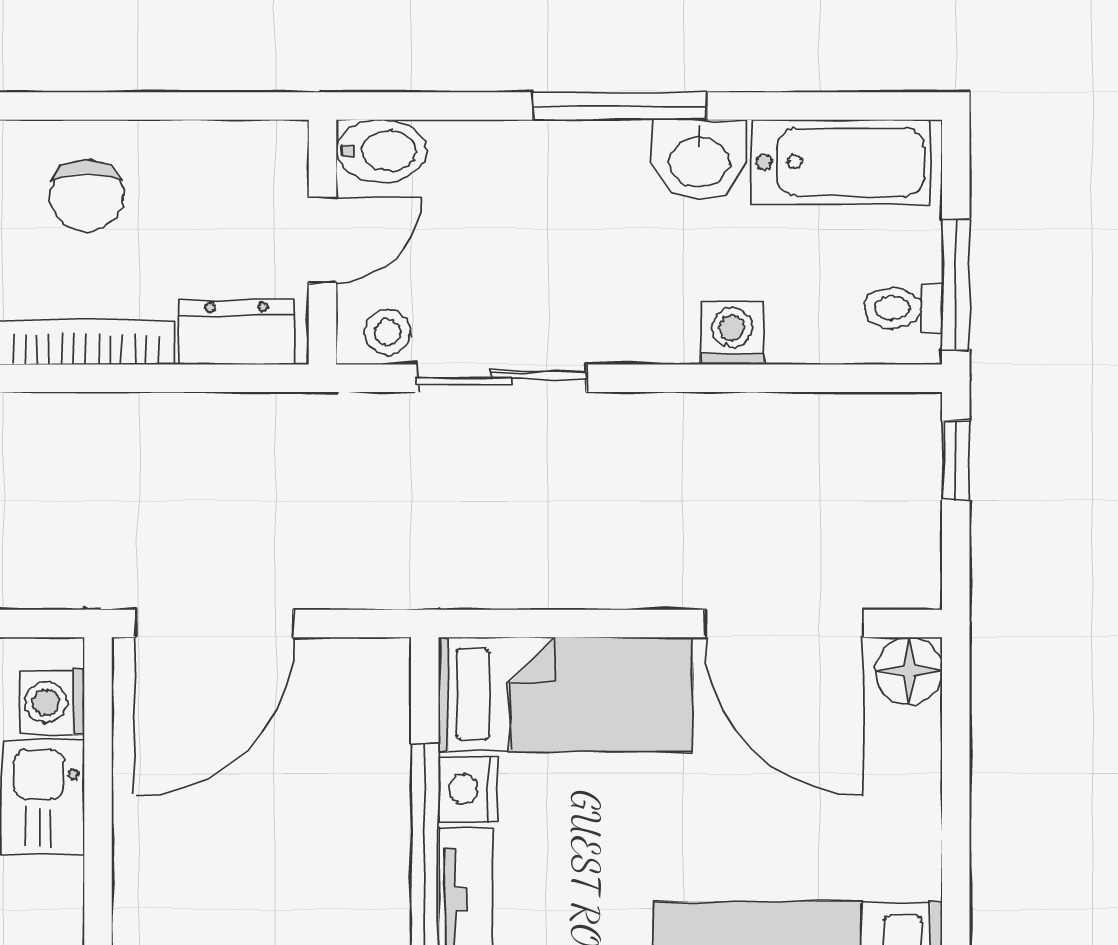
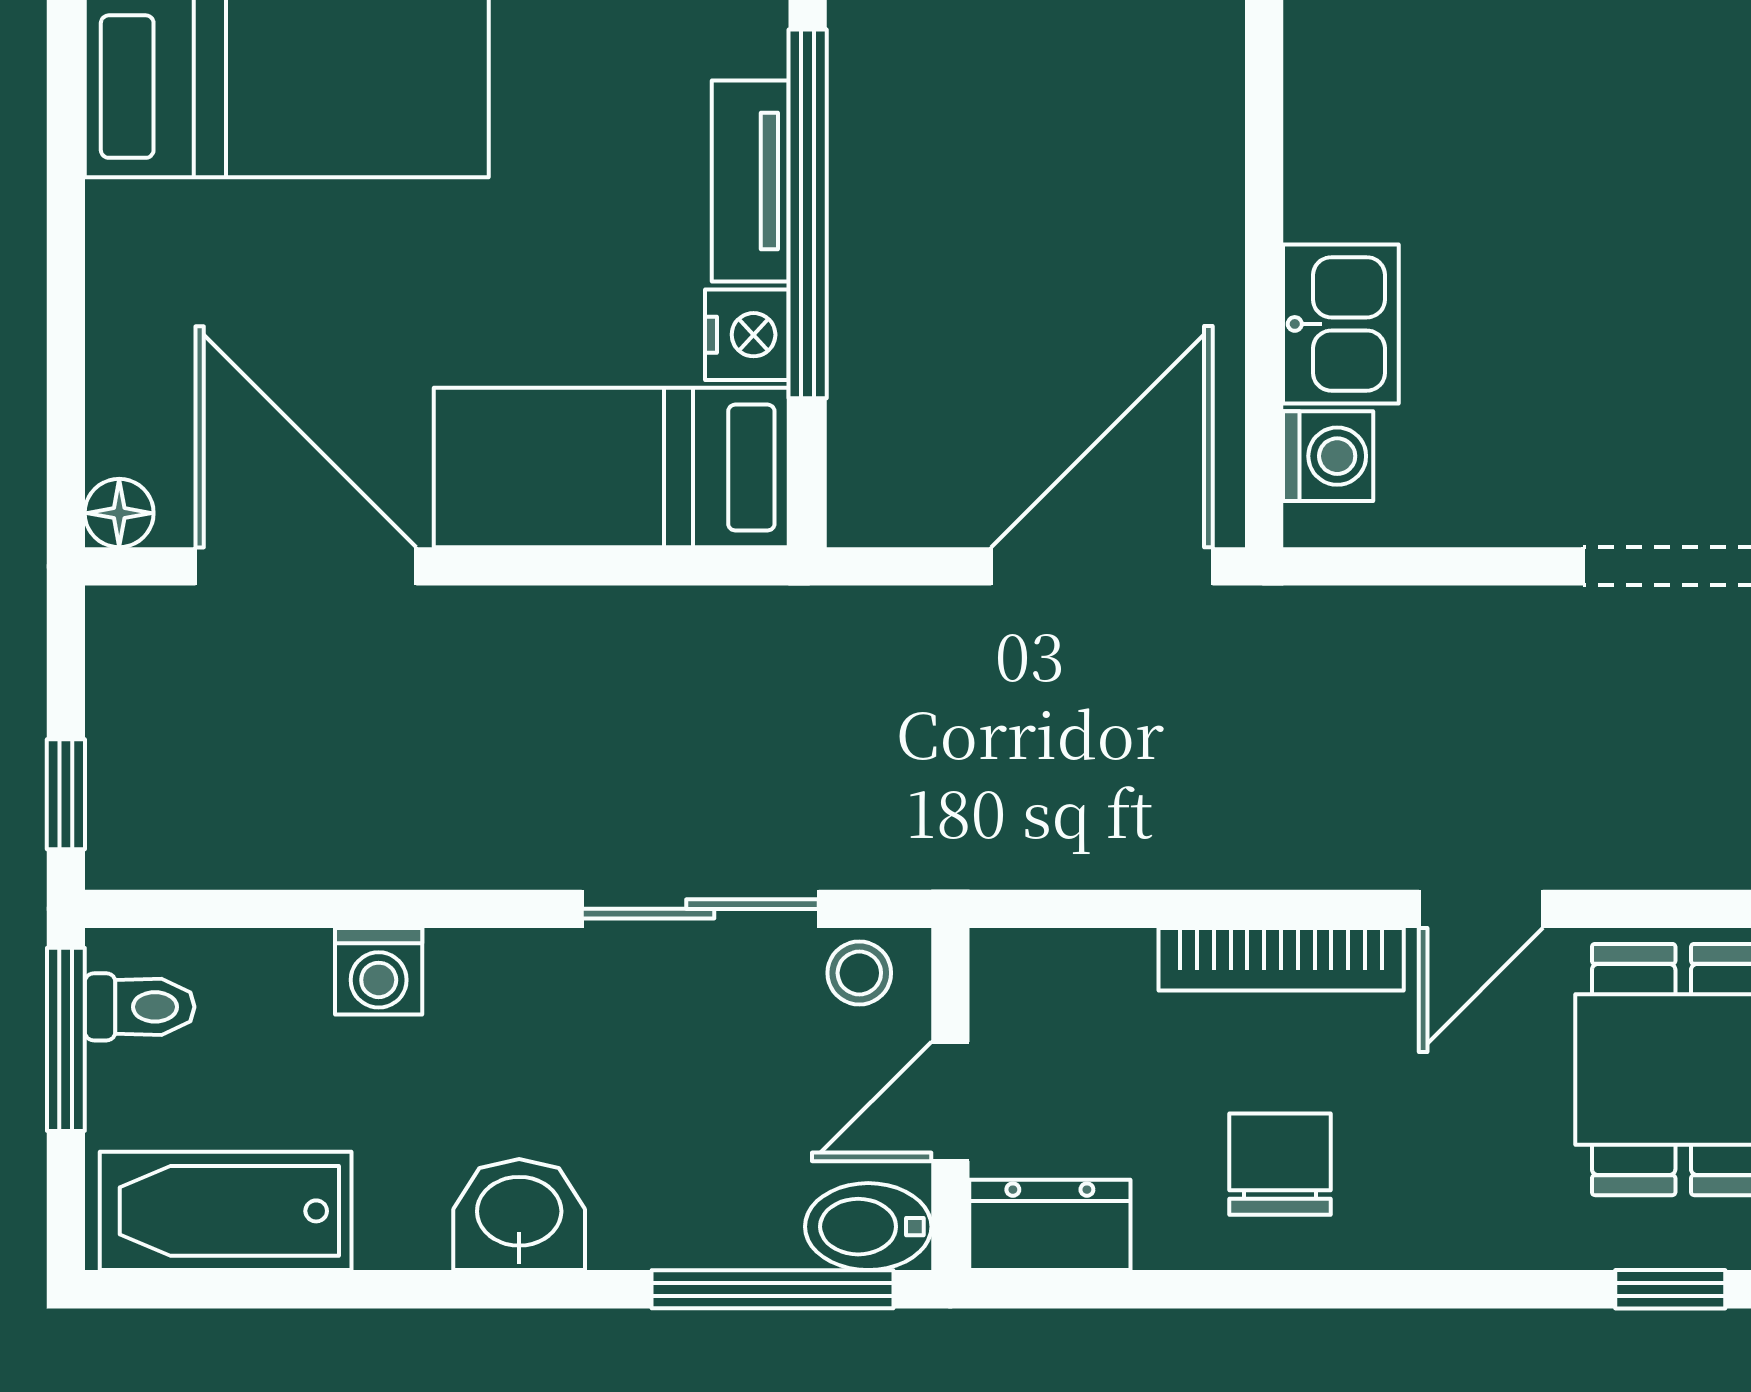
window: (620, 106) -> (772, 1289), moved
washbasin: (699, 159) -> (519, 1215), moved
dresser: (237, 332) -> (1050, 1225), moved, turned 180
floor lamp: (908, 671) -> (119, 513), width x0.73, depth x0.73

